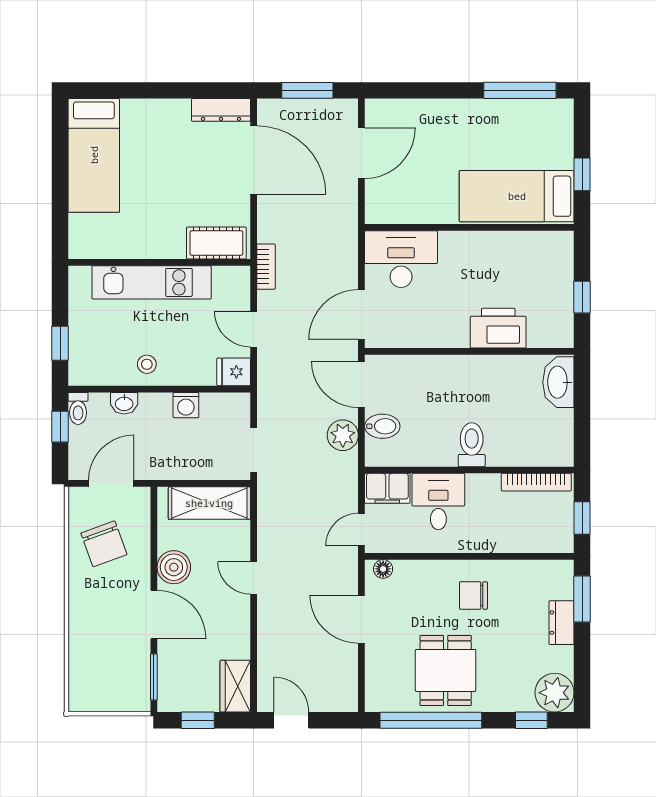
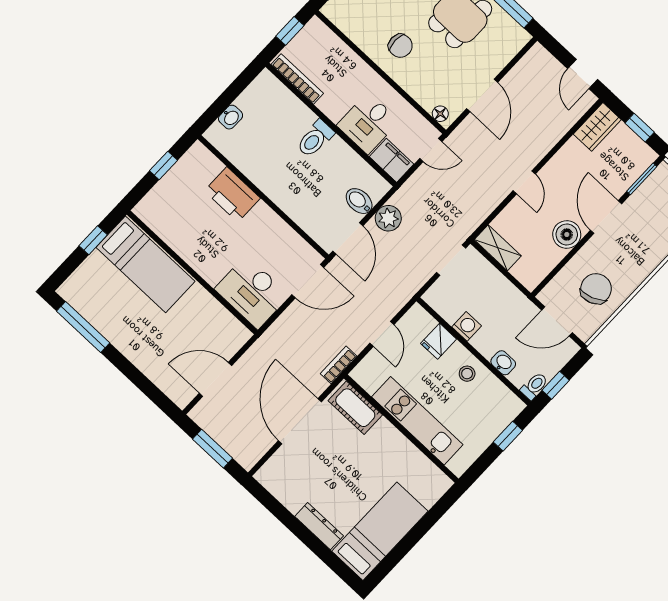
dresser: (221, 110) -> (319, 526), moved
door: (254, 160) -> (300, 421), moved
fridge: (234, 372) -> (439, 341), moved, turned 90
washbasin: (558, 382) -> (231, 117), width x0.52, depth x0.69
shelving: (209, 503) -> (498, 248), width x0.67, depth x0.75

